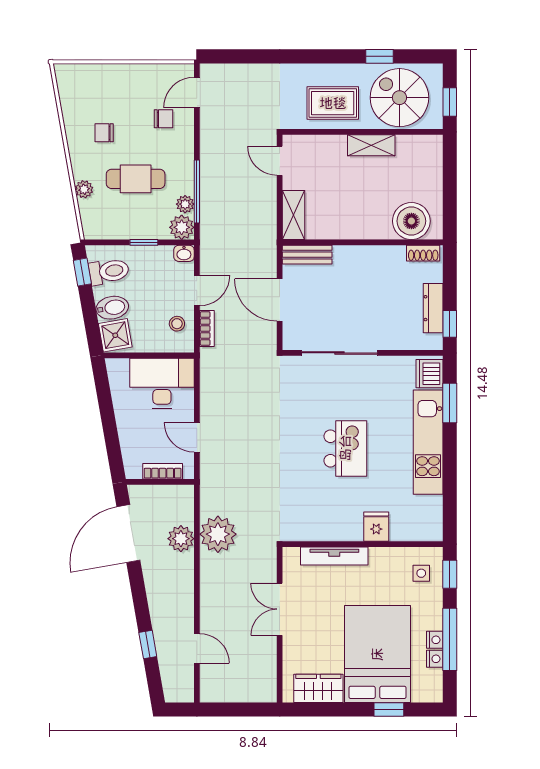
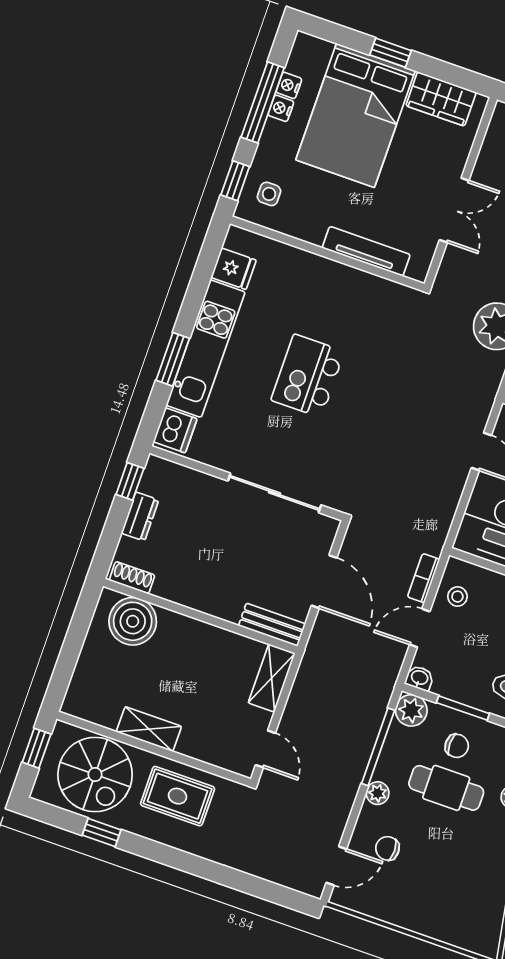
chair: (104, 133) -> (457, 746), moved
plant: (185, 204) -> (378, 793), moved
window: (144, 242) -> (463, 708), width x1.50
dresser: (433, 308) -> (140, 517), width x0.70
window: (450, 403) -> (173, 359), moved
fridge: (376, 527) -> (234, 269), moved, turned -90
window: (389, 709) -> (390, 53), moved

